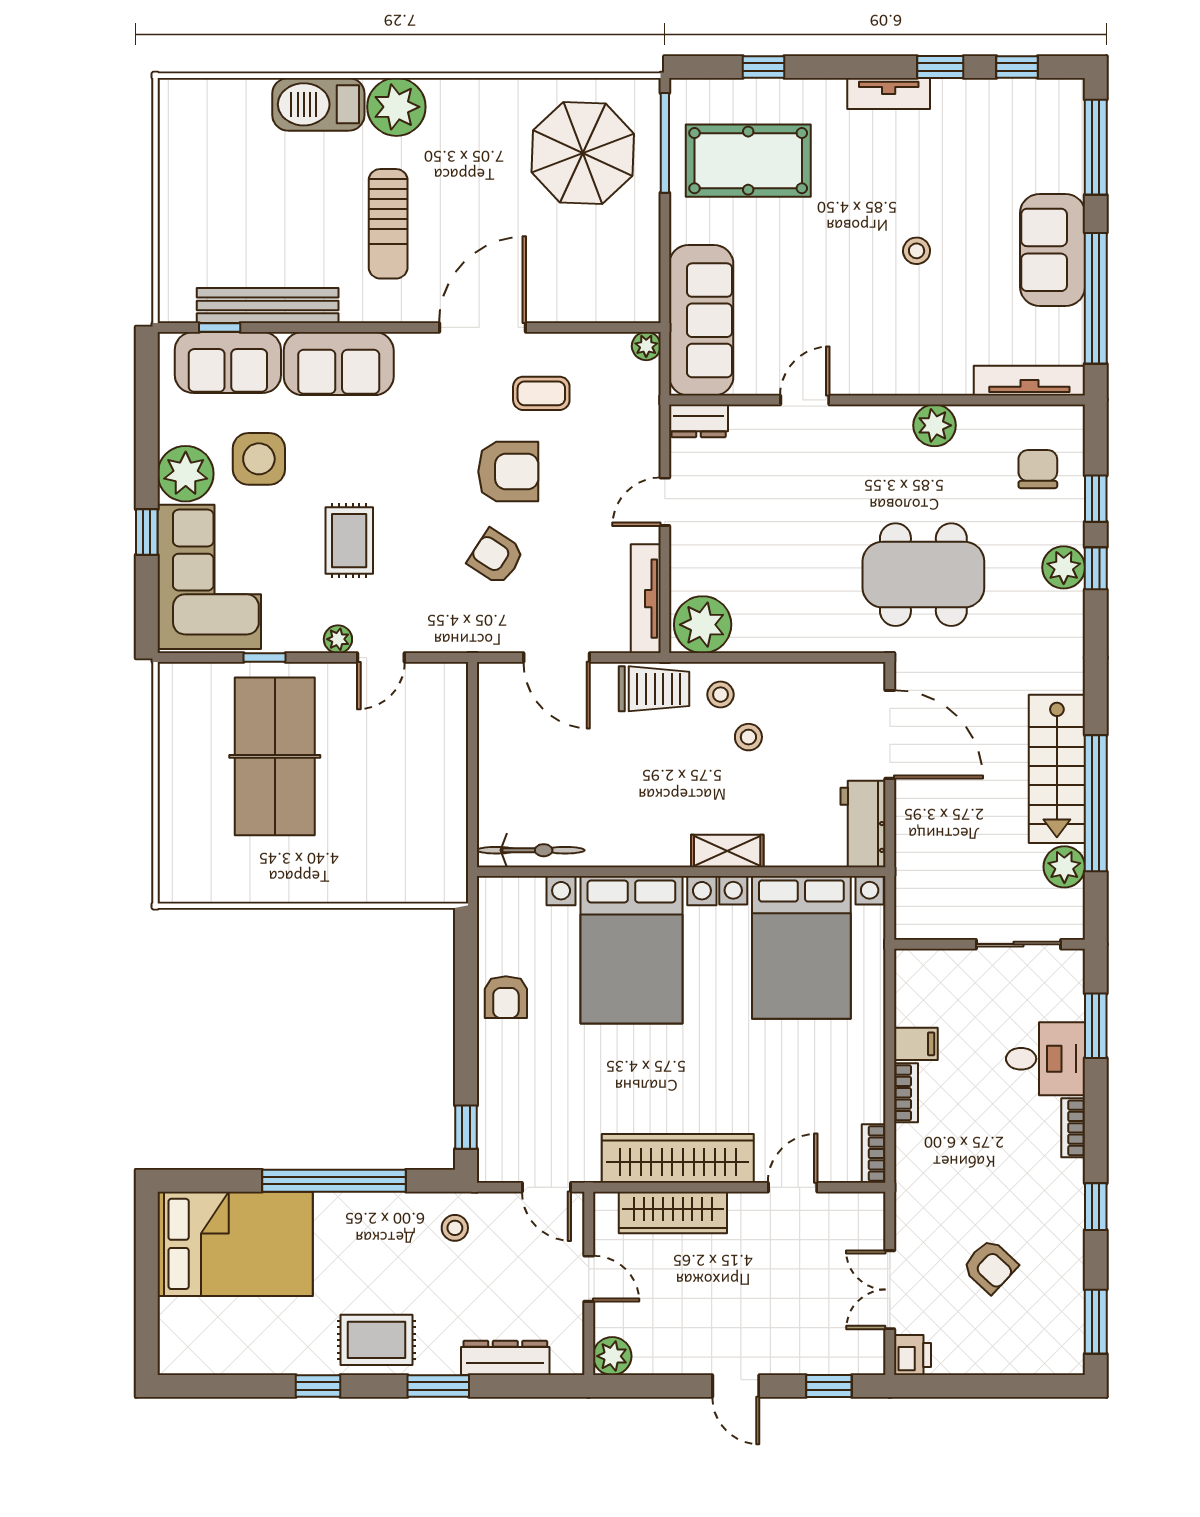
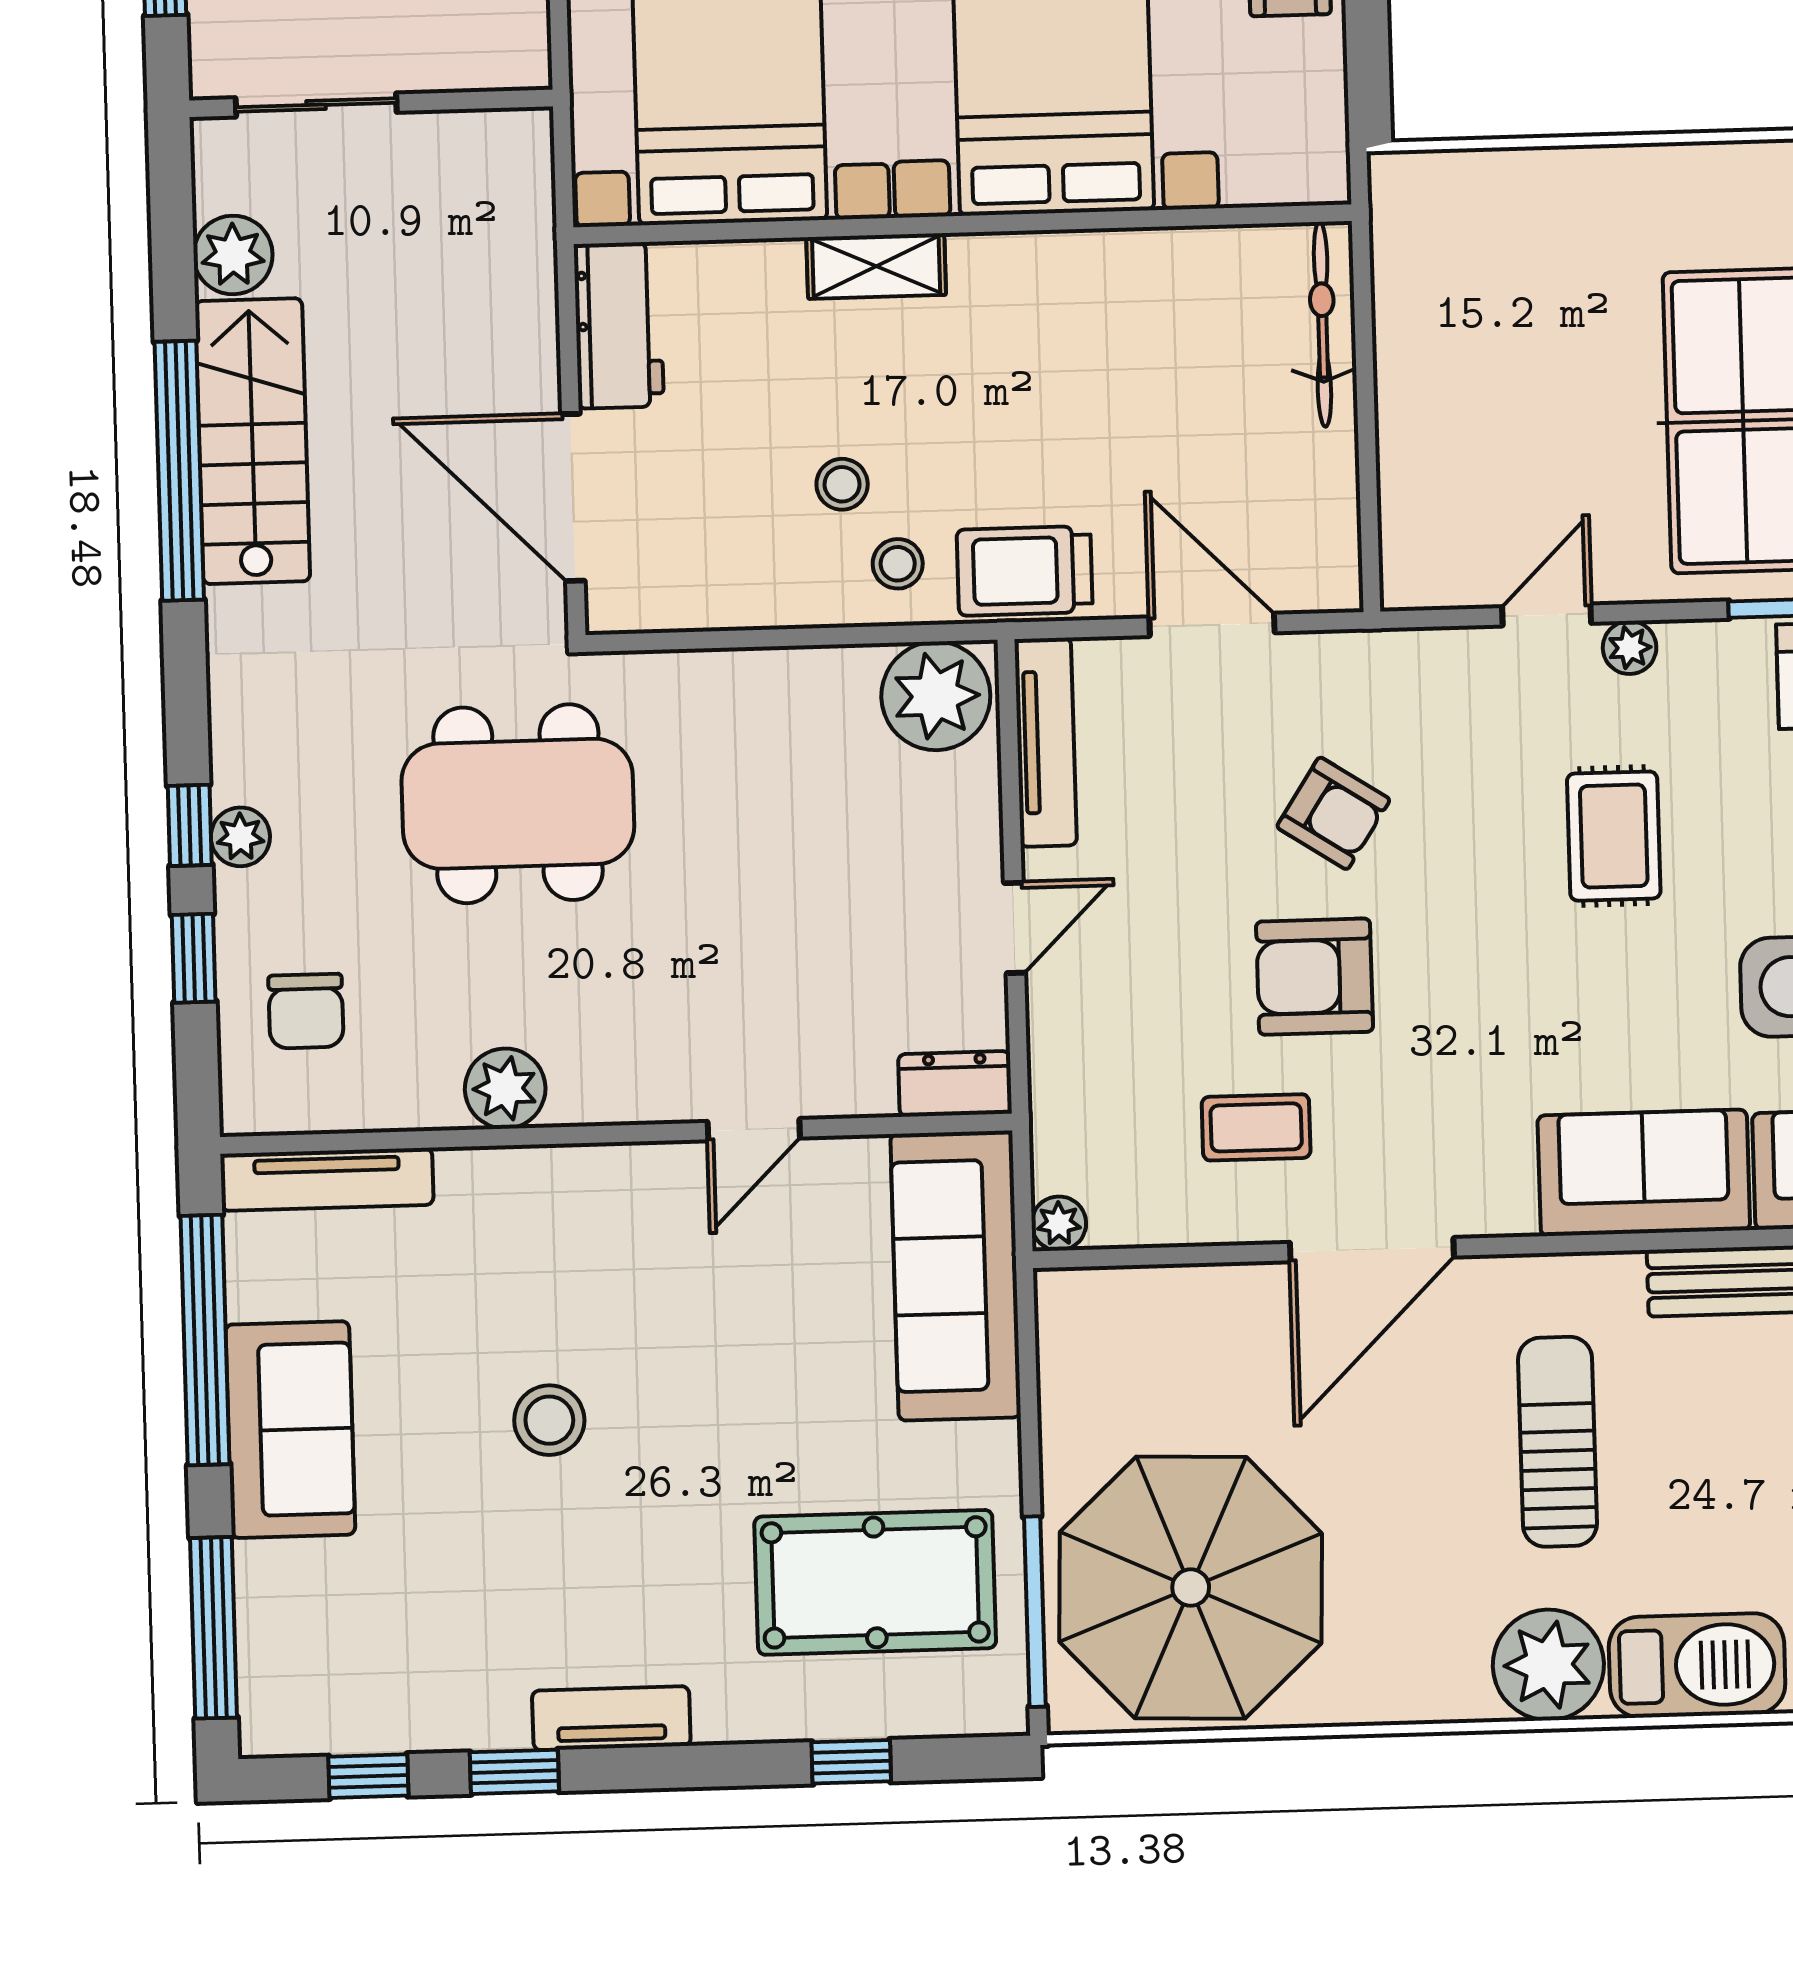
parasol: (583, 153) -> (1191, 1588), width x1.36, depth x1.36
stool: (917, 251) -> (549, 1420), width x1.37, depth x1.37
plant: (1064, 567) -> (240, 837), width x0.73, depth x0.73
window: (1096, 803) -> (179, 471), moved
bicycle: (531, 850) -> (1323, 324), moved, turned 90

